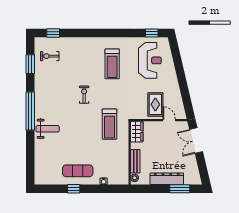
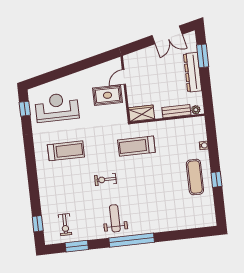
treadmill: (110, 124) -> (136, 146), turned 180
weight bench: (48, 129) -> (115, 218), moved
double door: (196, 141) -> (167, 35), moved

